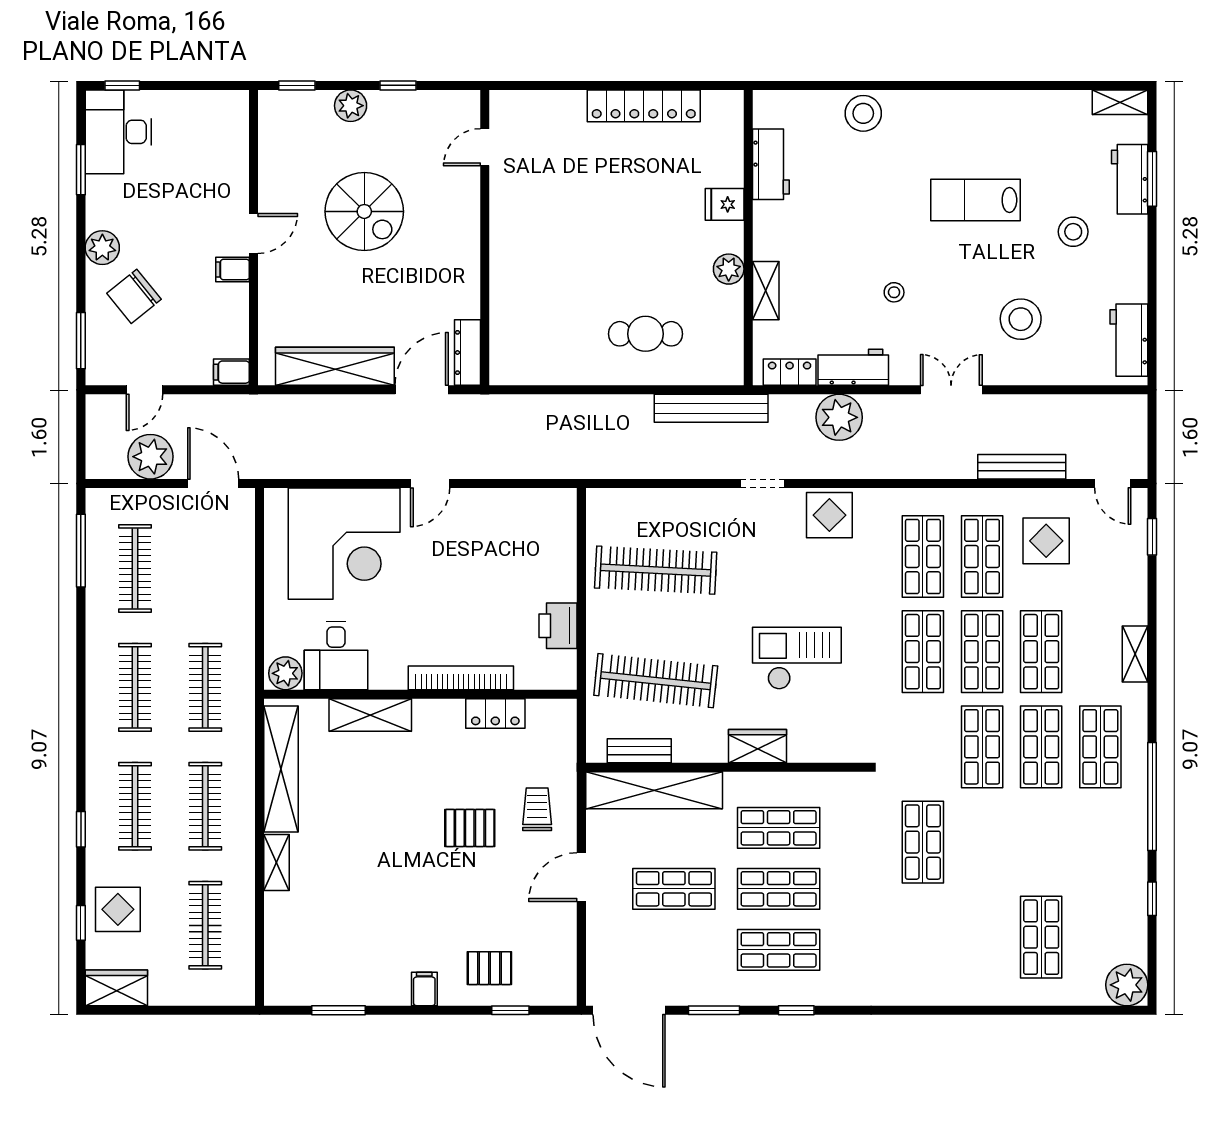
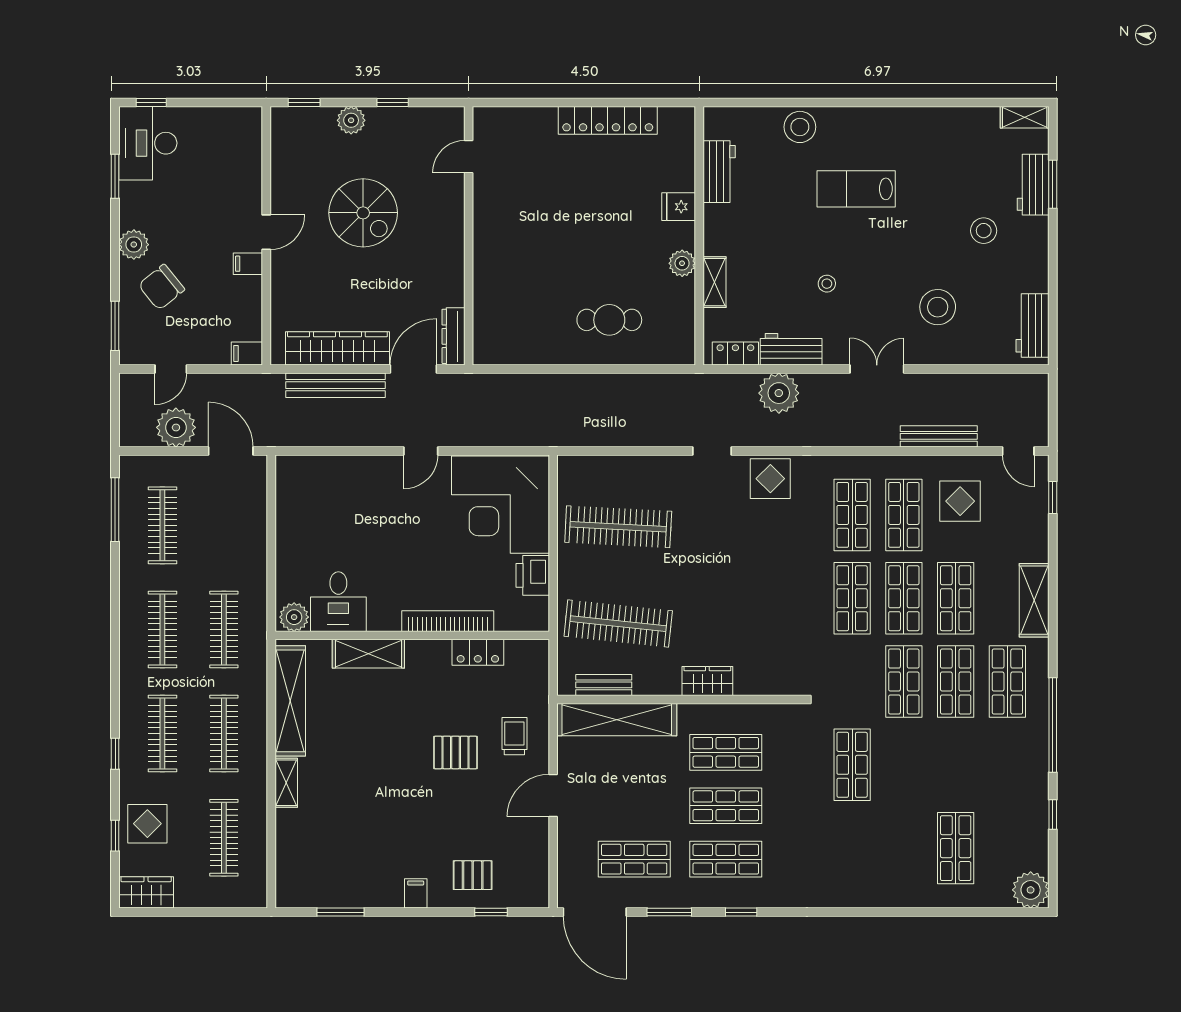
lab bench: (976, 200) -> (856, 189), moved
bench: (711, 408) -> (335, 385), moved
corner desk: (344, 544) -> (500, 505), moved, turned 90
shelving: (1135, 654) -> (1034, 600), width x1.50, depth x1.33
checkout: (797, 658) -> (742, 604), removed
shop shelf: (674, 889) -> (634, 859), moved

